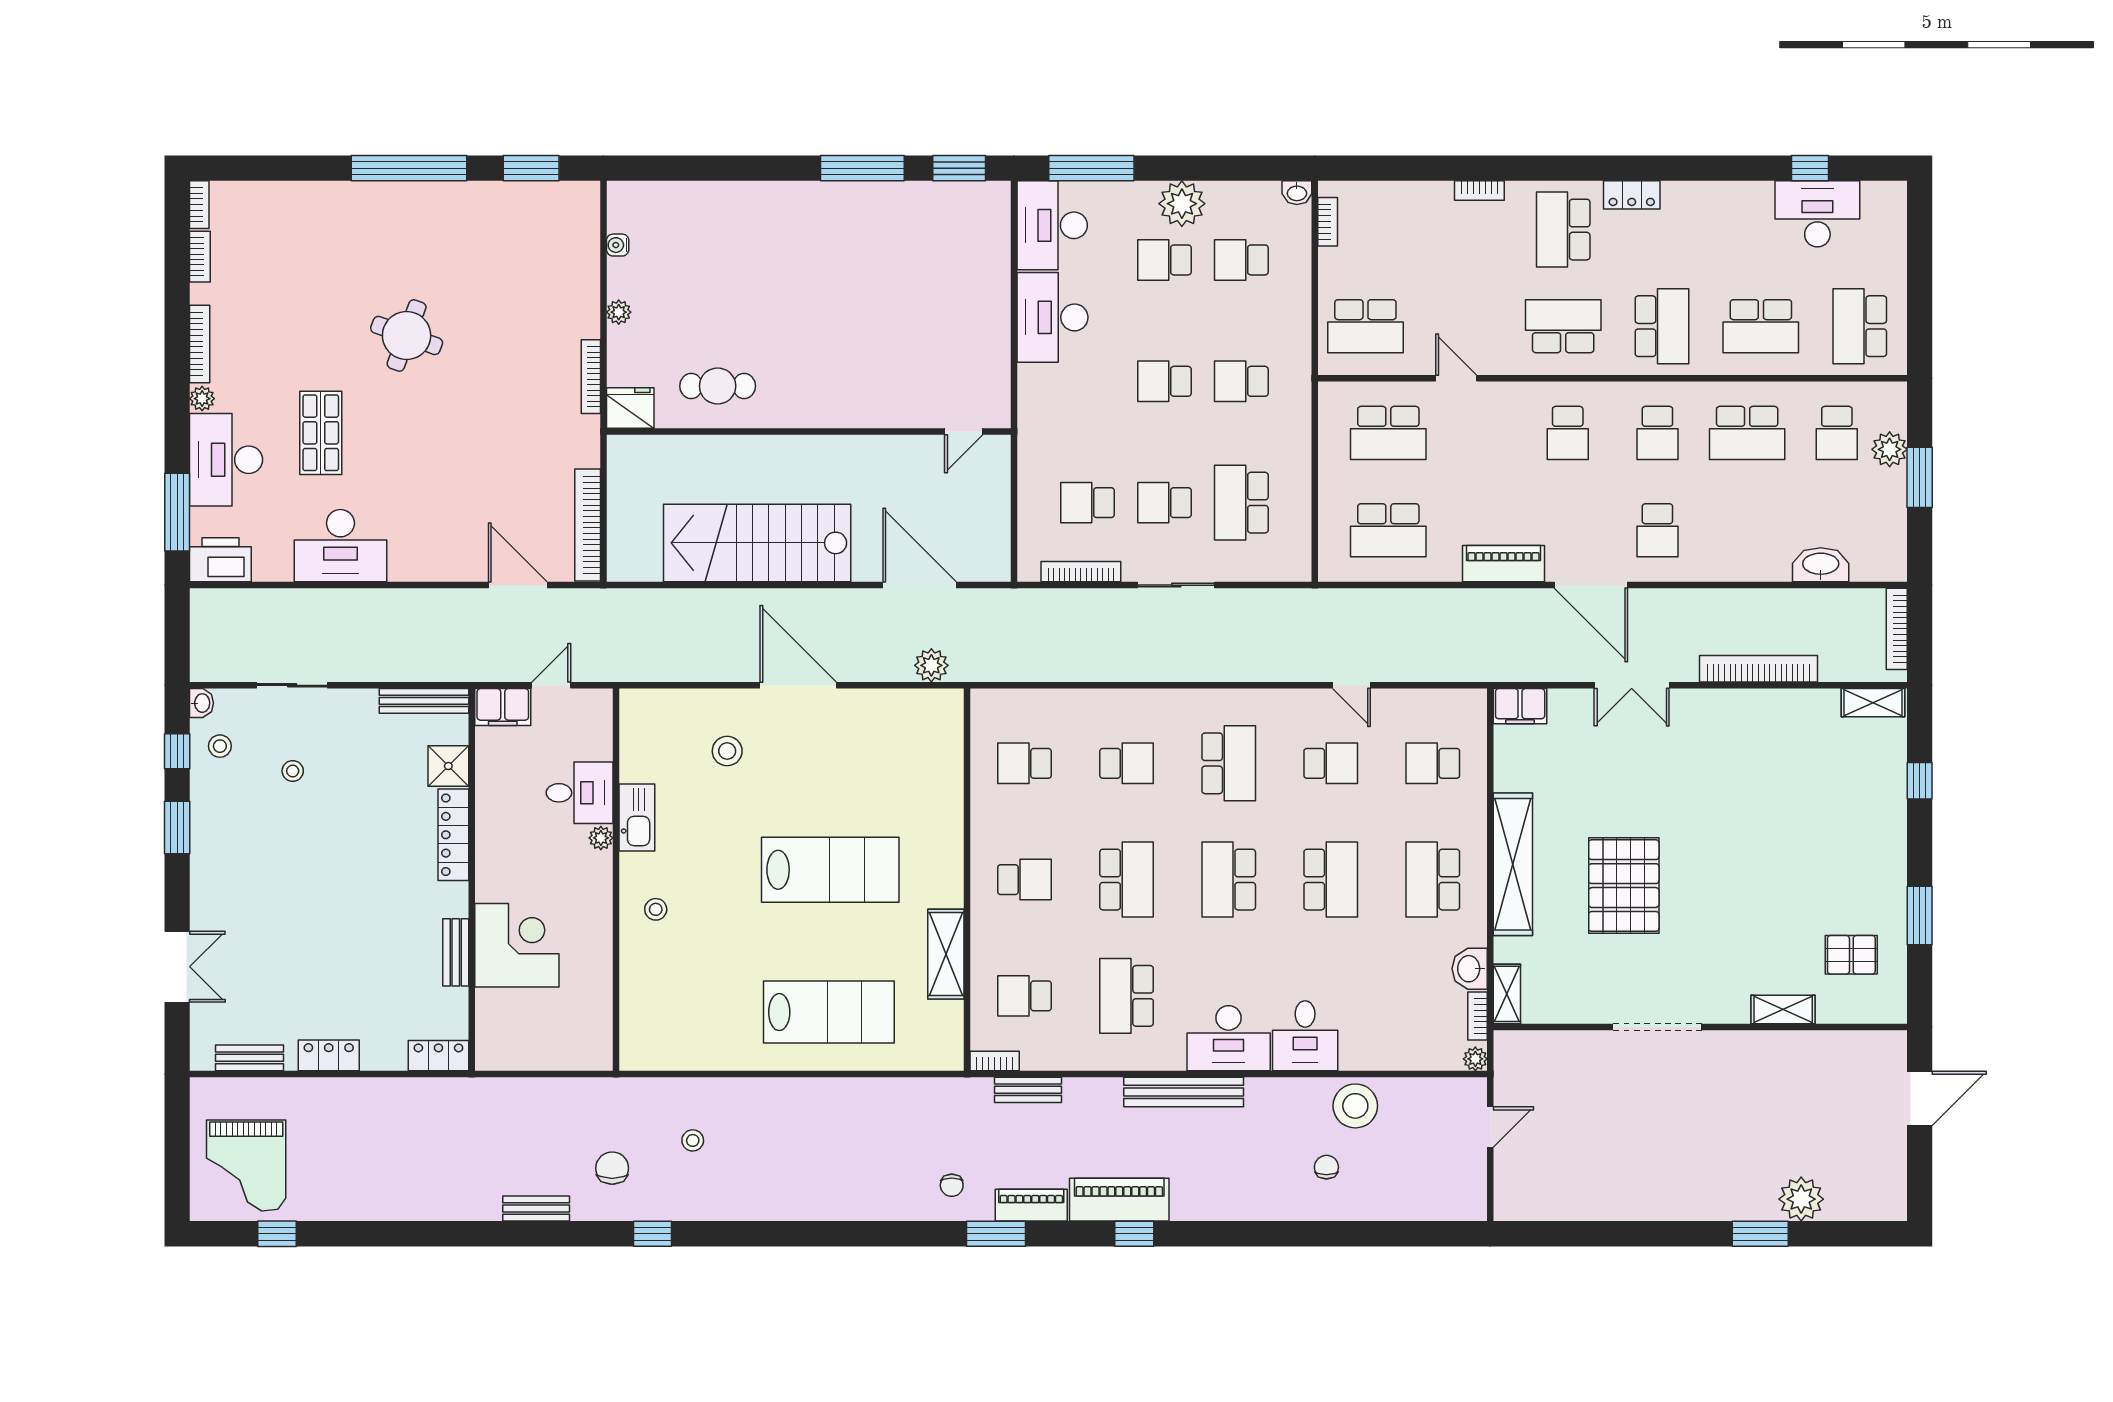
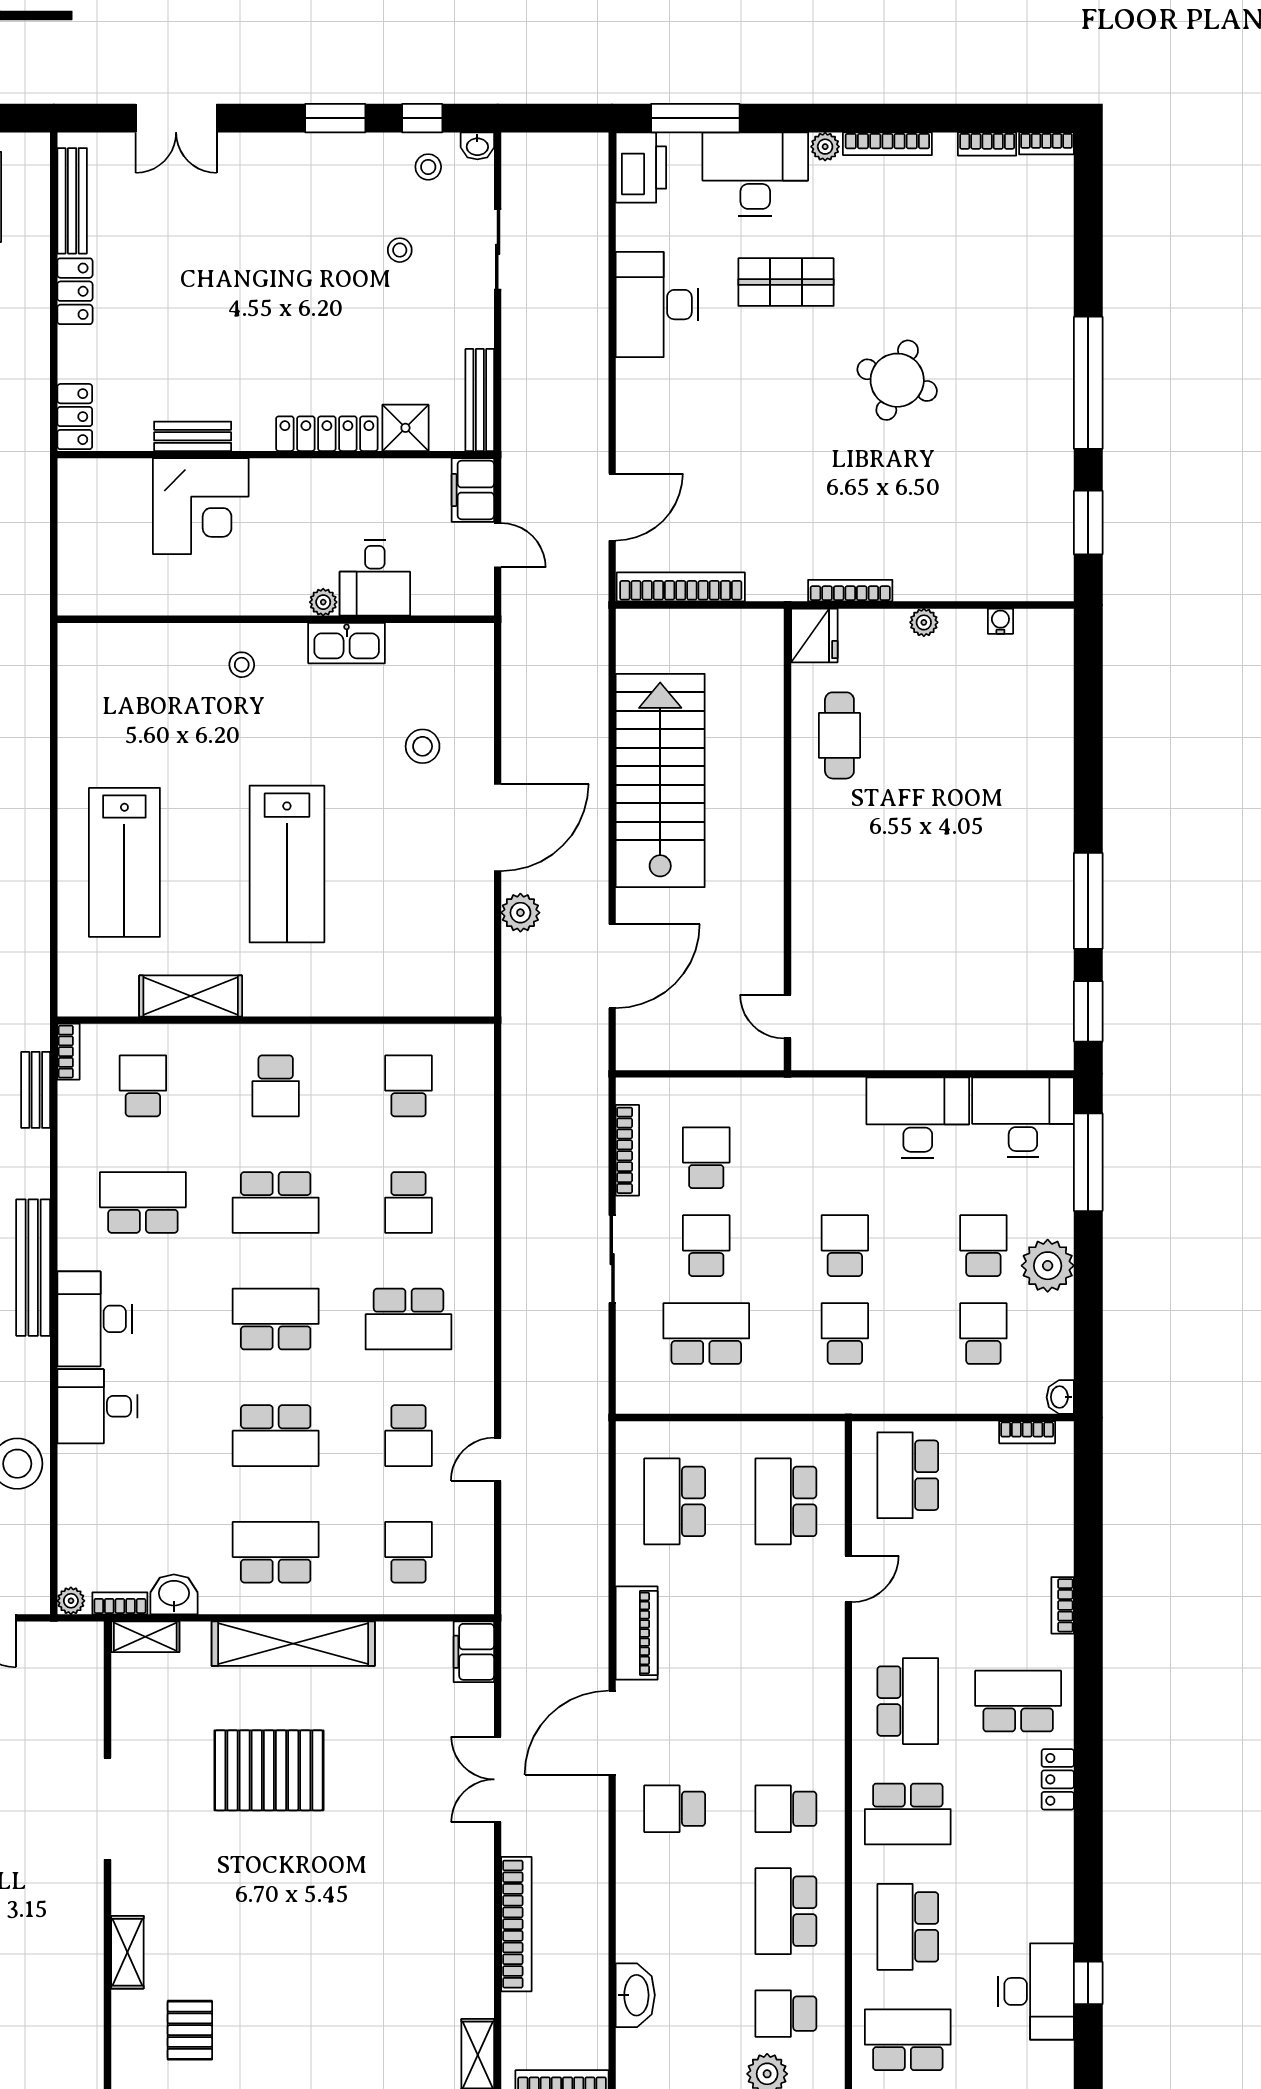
school desk: (1568, 433) -> (786, 1706), removed
plant: (931, 665) -> (520, 913), moved
bench: (250, 1058) -> (72, 201), width x1.36

